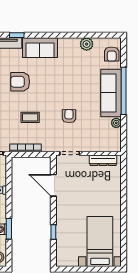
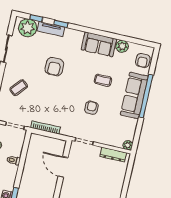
sofa: (40, 48) -> (99, 44), moved
armchair: (20, 82) -> (54, 67), turned -90
coffee table: (30, 117) -> (103, 80), moved
plant: (116, 123) -> (128, 145), moved

